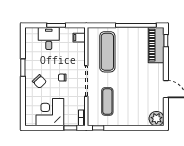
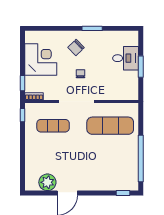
filing cabinet: (79, 38) -> (127, 93), removed
piano: (156, 45) -> (118, 182), removed
plant: (156, 119) -> (47, 182), moved

